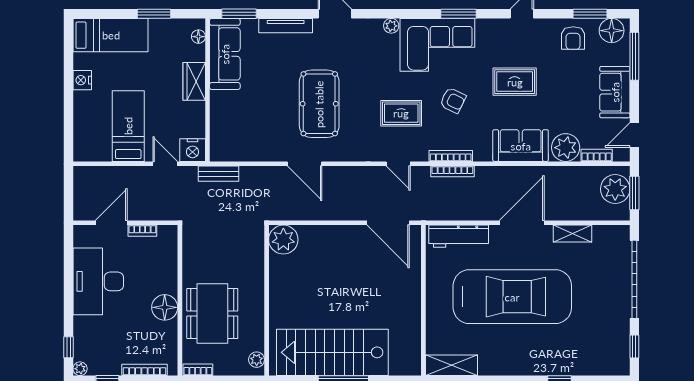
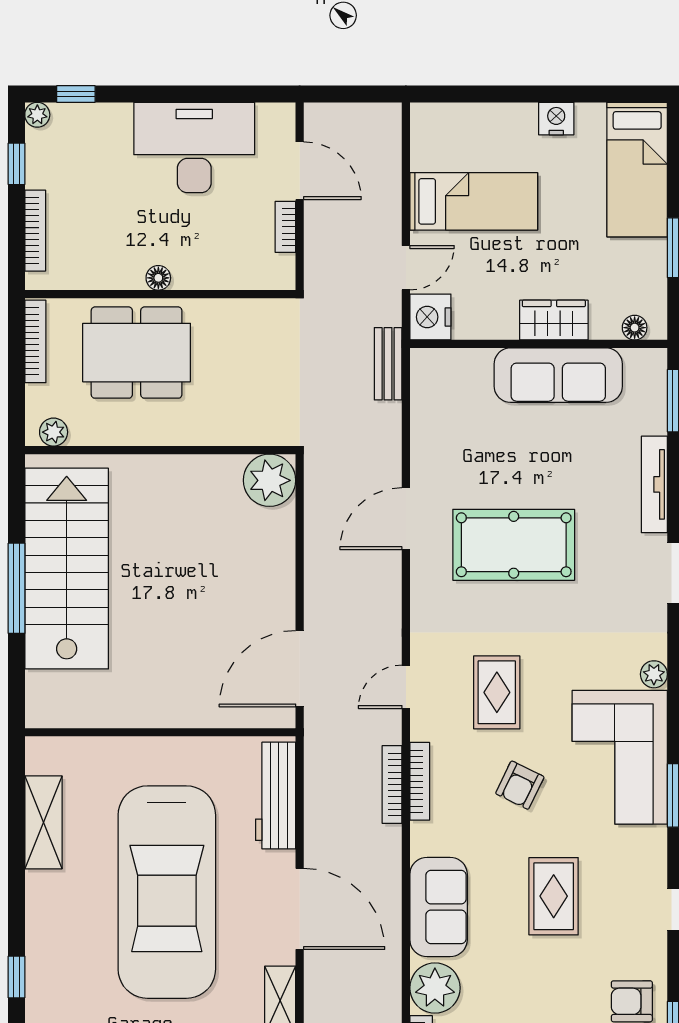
sofa: (225, 54) -> (558, 375), moved
floor lamp: (165, 307) -> (158, 278), width x0.53, depth x0.53
shelving: (452, 365) -> (43, 822), moved
bookcase: (198, 370) -> (35, 341), width x1.56

